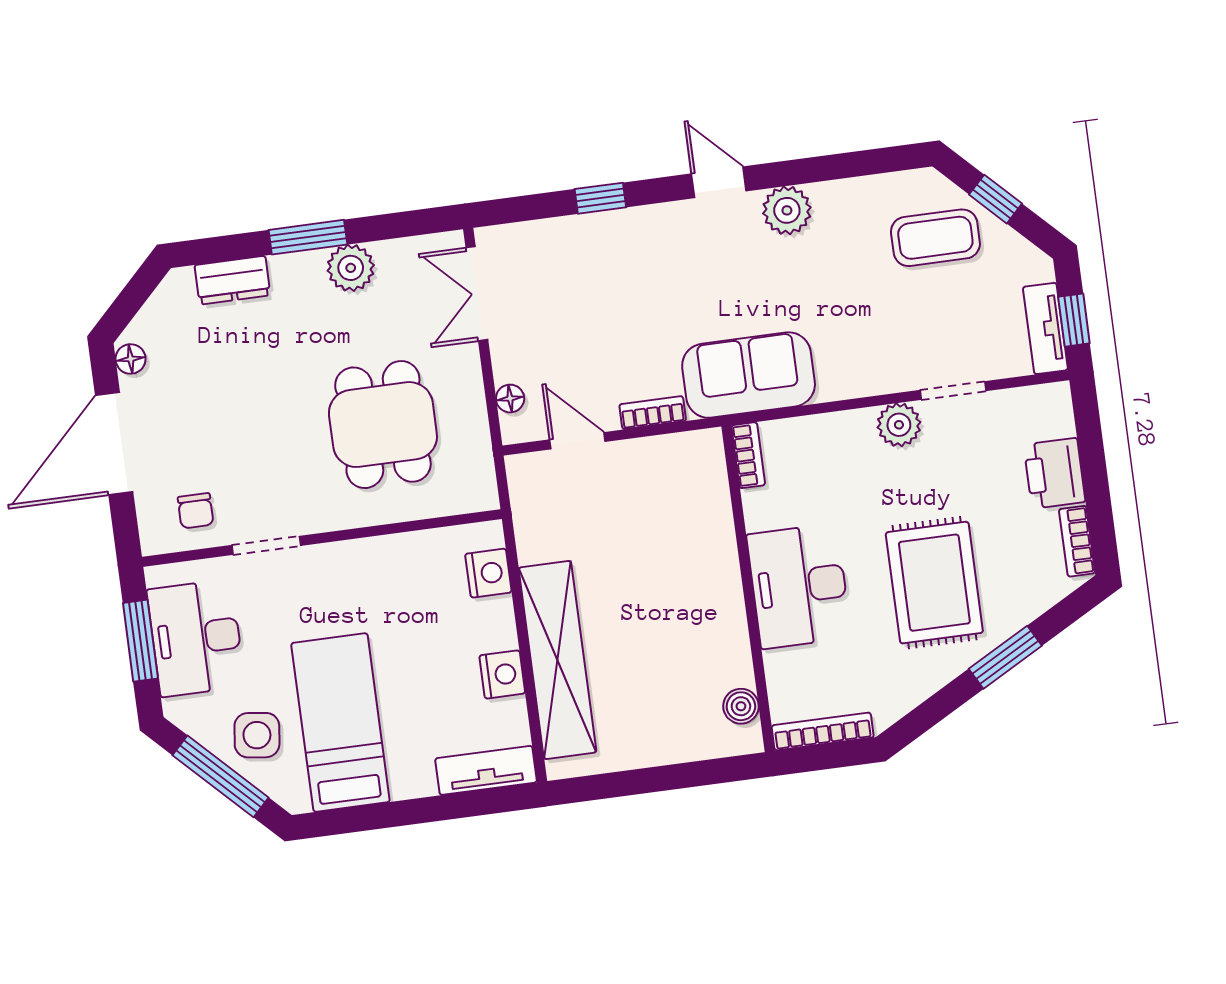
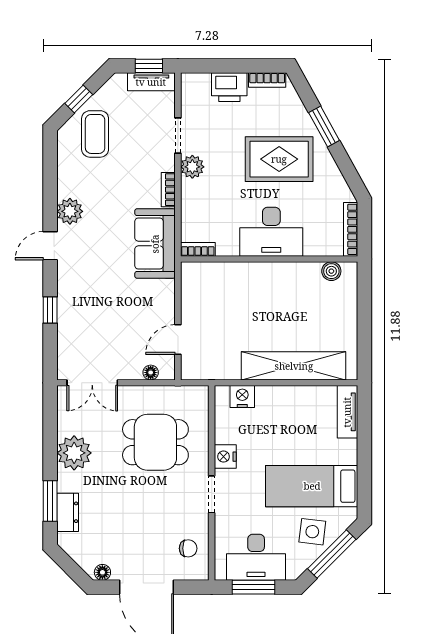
window: (308, 237) -> (50, 501), moved
plant: (351, 268) -> (74, 453), width x1.36, depth x1.36
bookcase: (653, 413) -> (168, 190), moved
doorway: (266, 545) -> (212, 494), moved
nightstand: (502, 674) -> (225, 457), moved, turned -90

